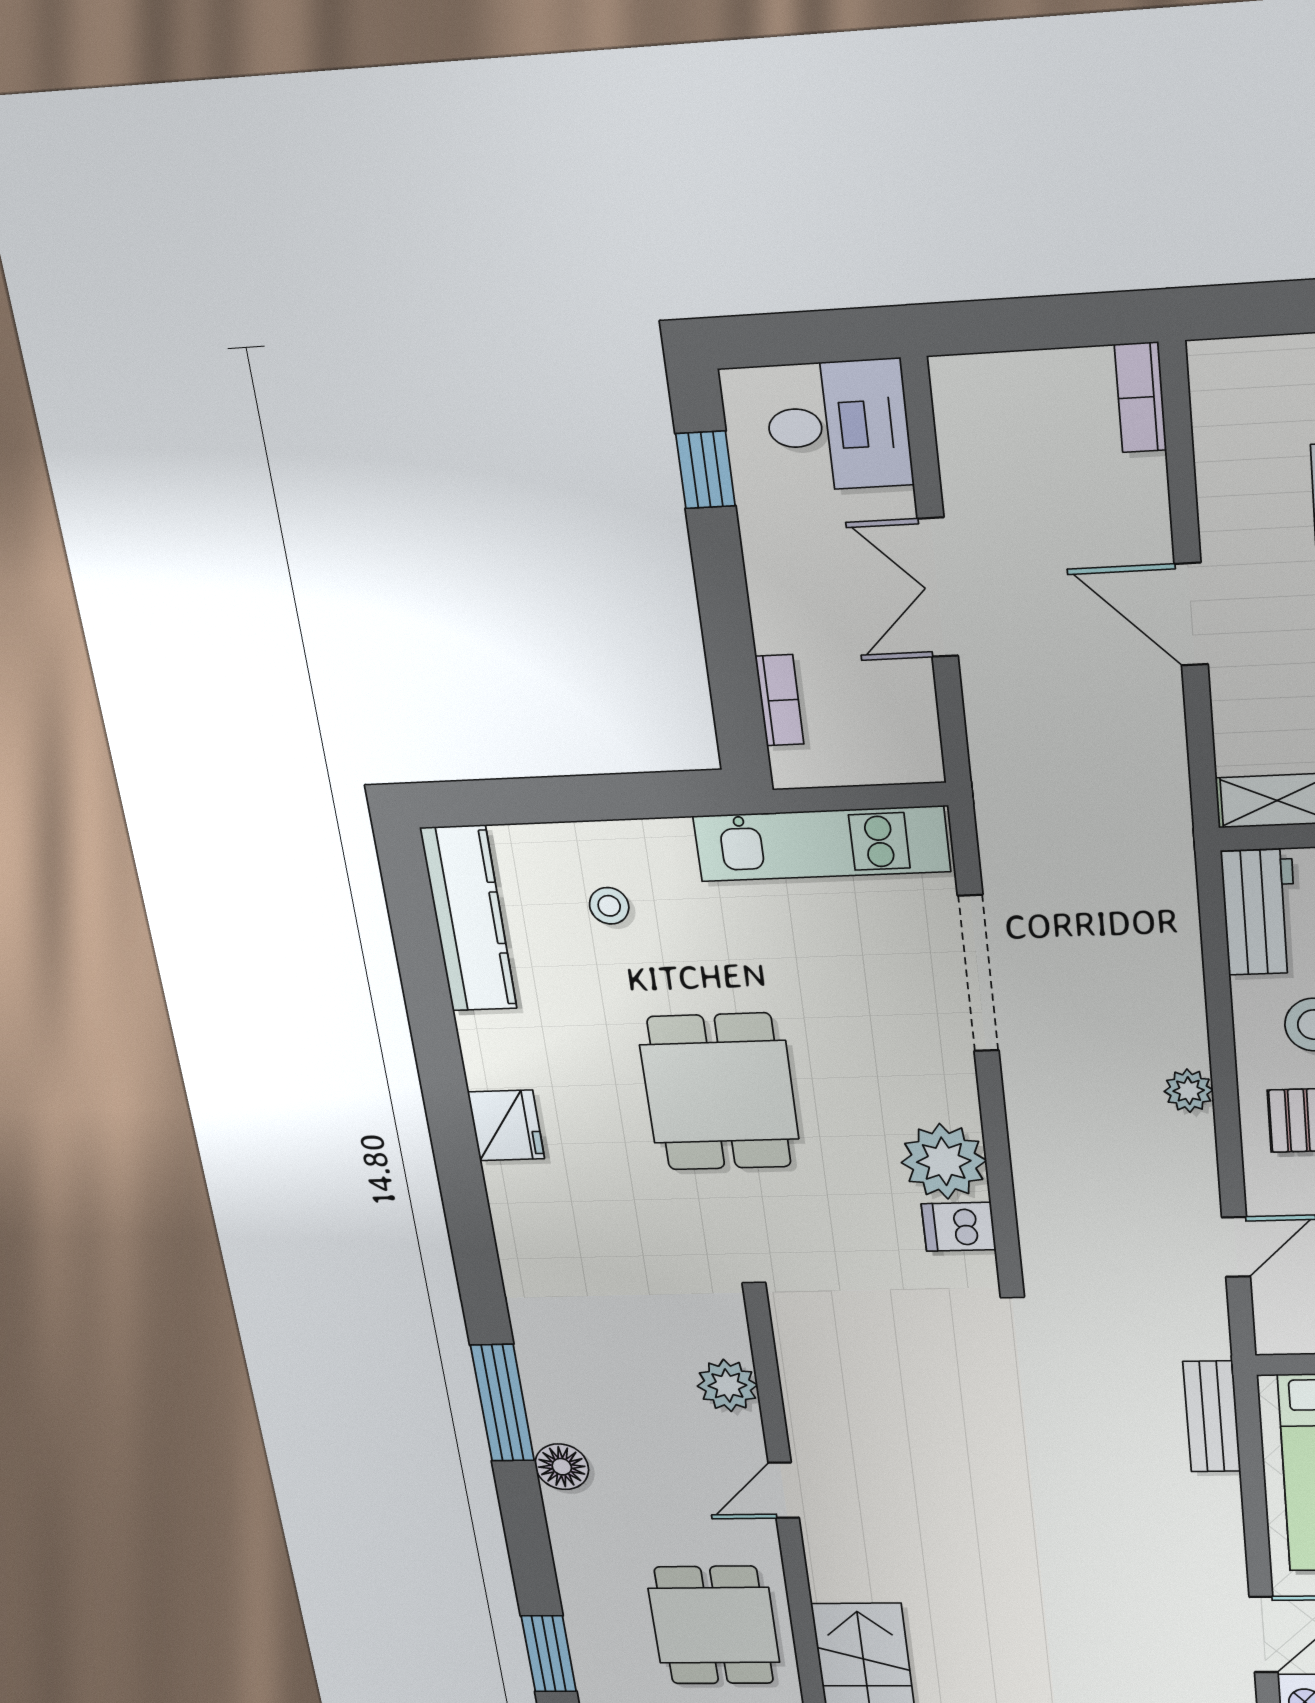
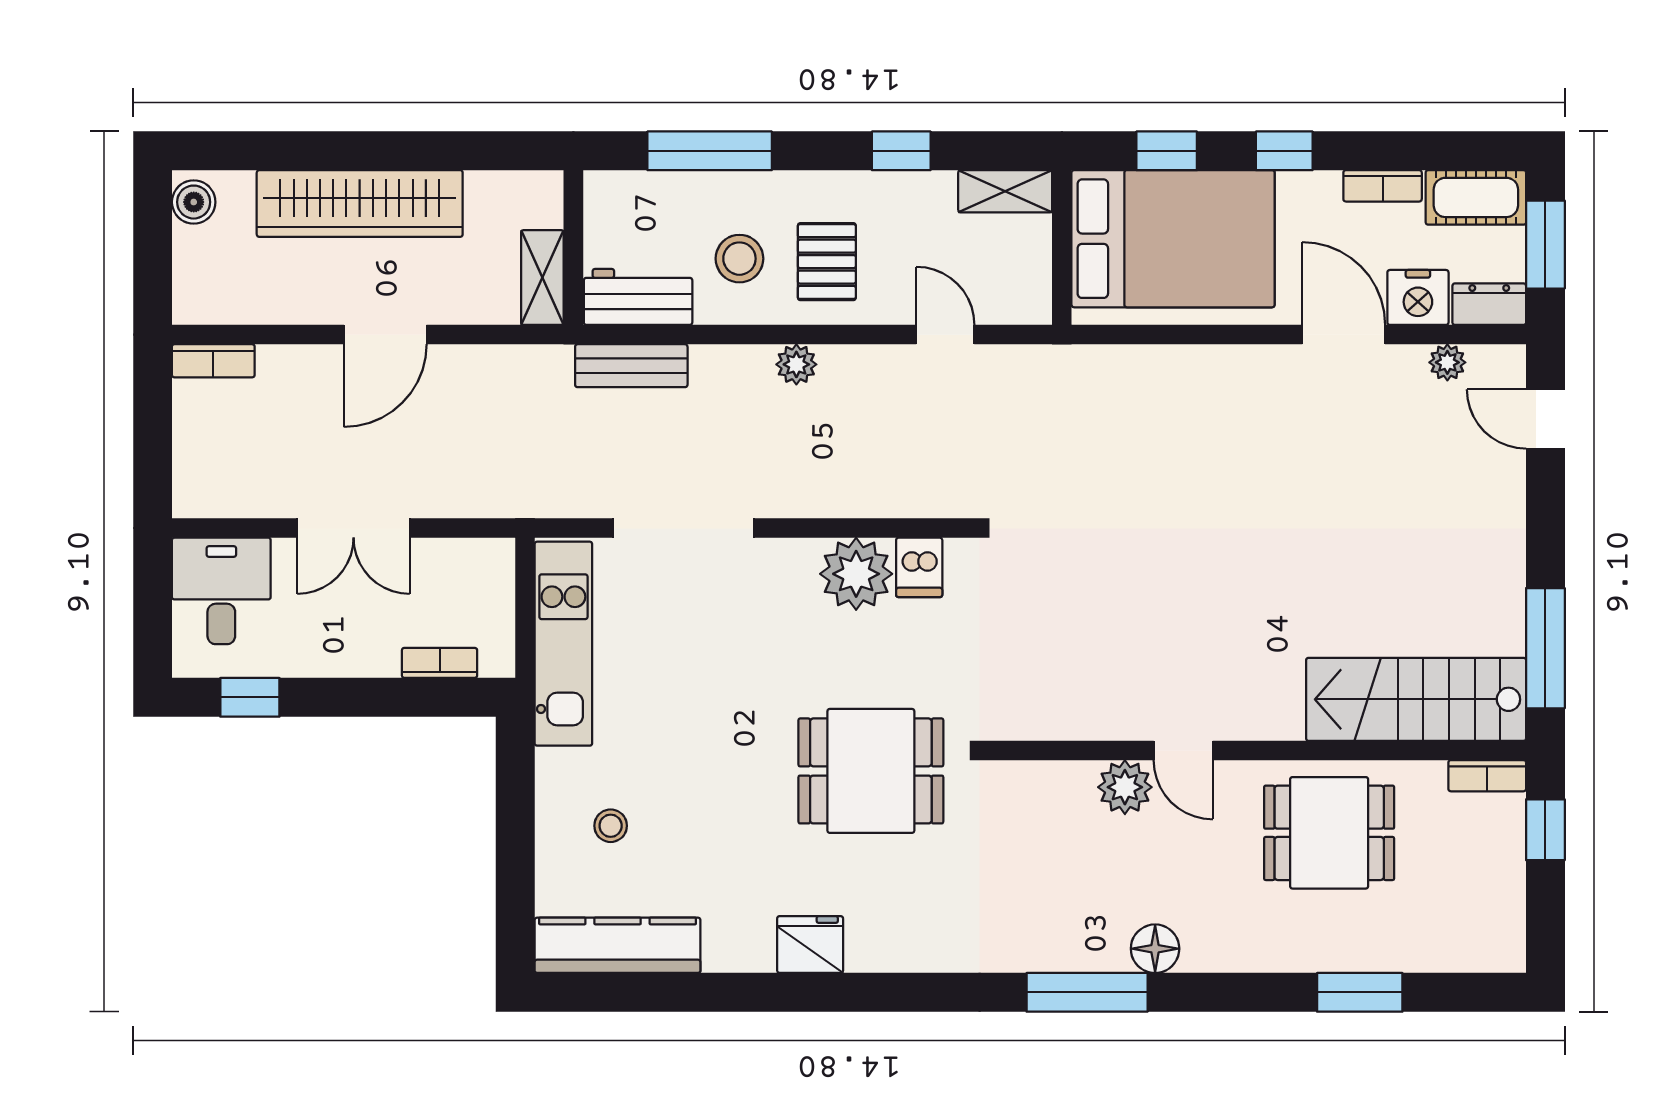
dining table: (719, 1092) -> (871, 771), moved
plant: (727, 1386) -> (1125, 787), moved
bench: (1212, 1417) -> (631, 366), moved

